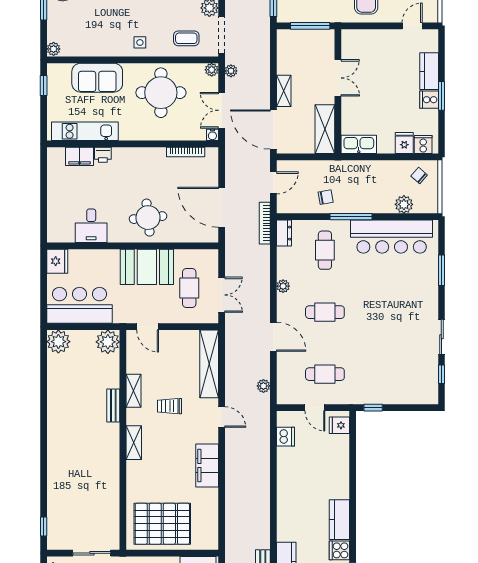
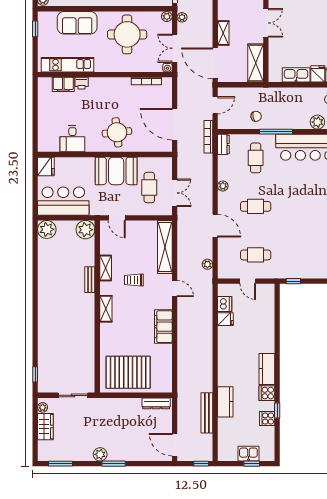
kitchen sink: (359, 144) -> (296, 75), moved
fridge: (339, 425) -> (225, 319), moved, turned 180

